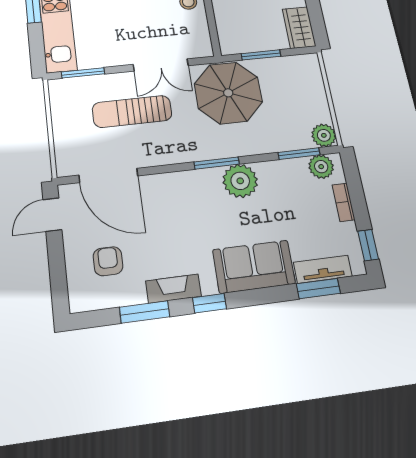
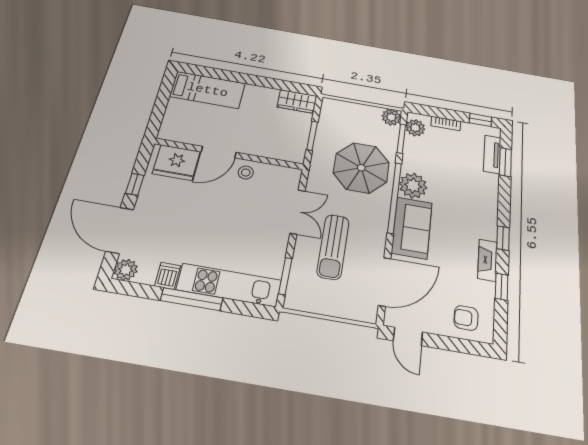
parasol: (228, 93) -> (361, 168), moved
window: (217, 163) -> (394, 197), width x2.11
armchair: (108, 261) -> (466, 318), moved
sofa: (254, 267) -> (412, 228), moved, turned 180
window: (145, 312) -> (502, 287), width x0.67

